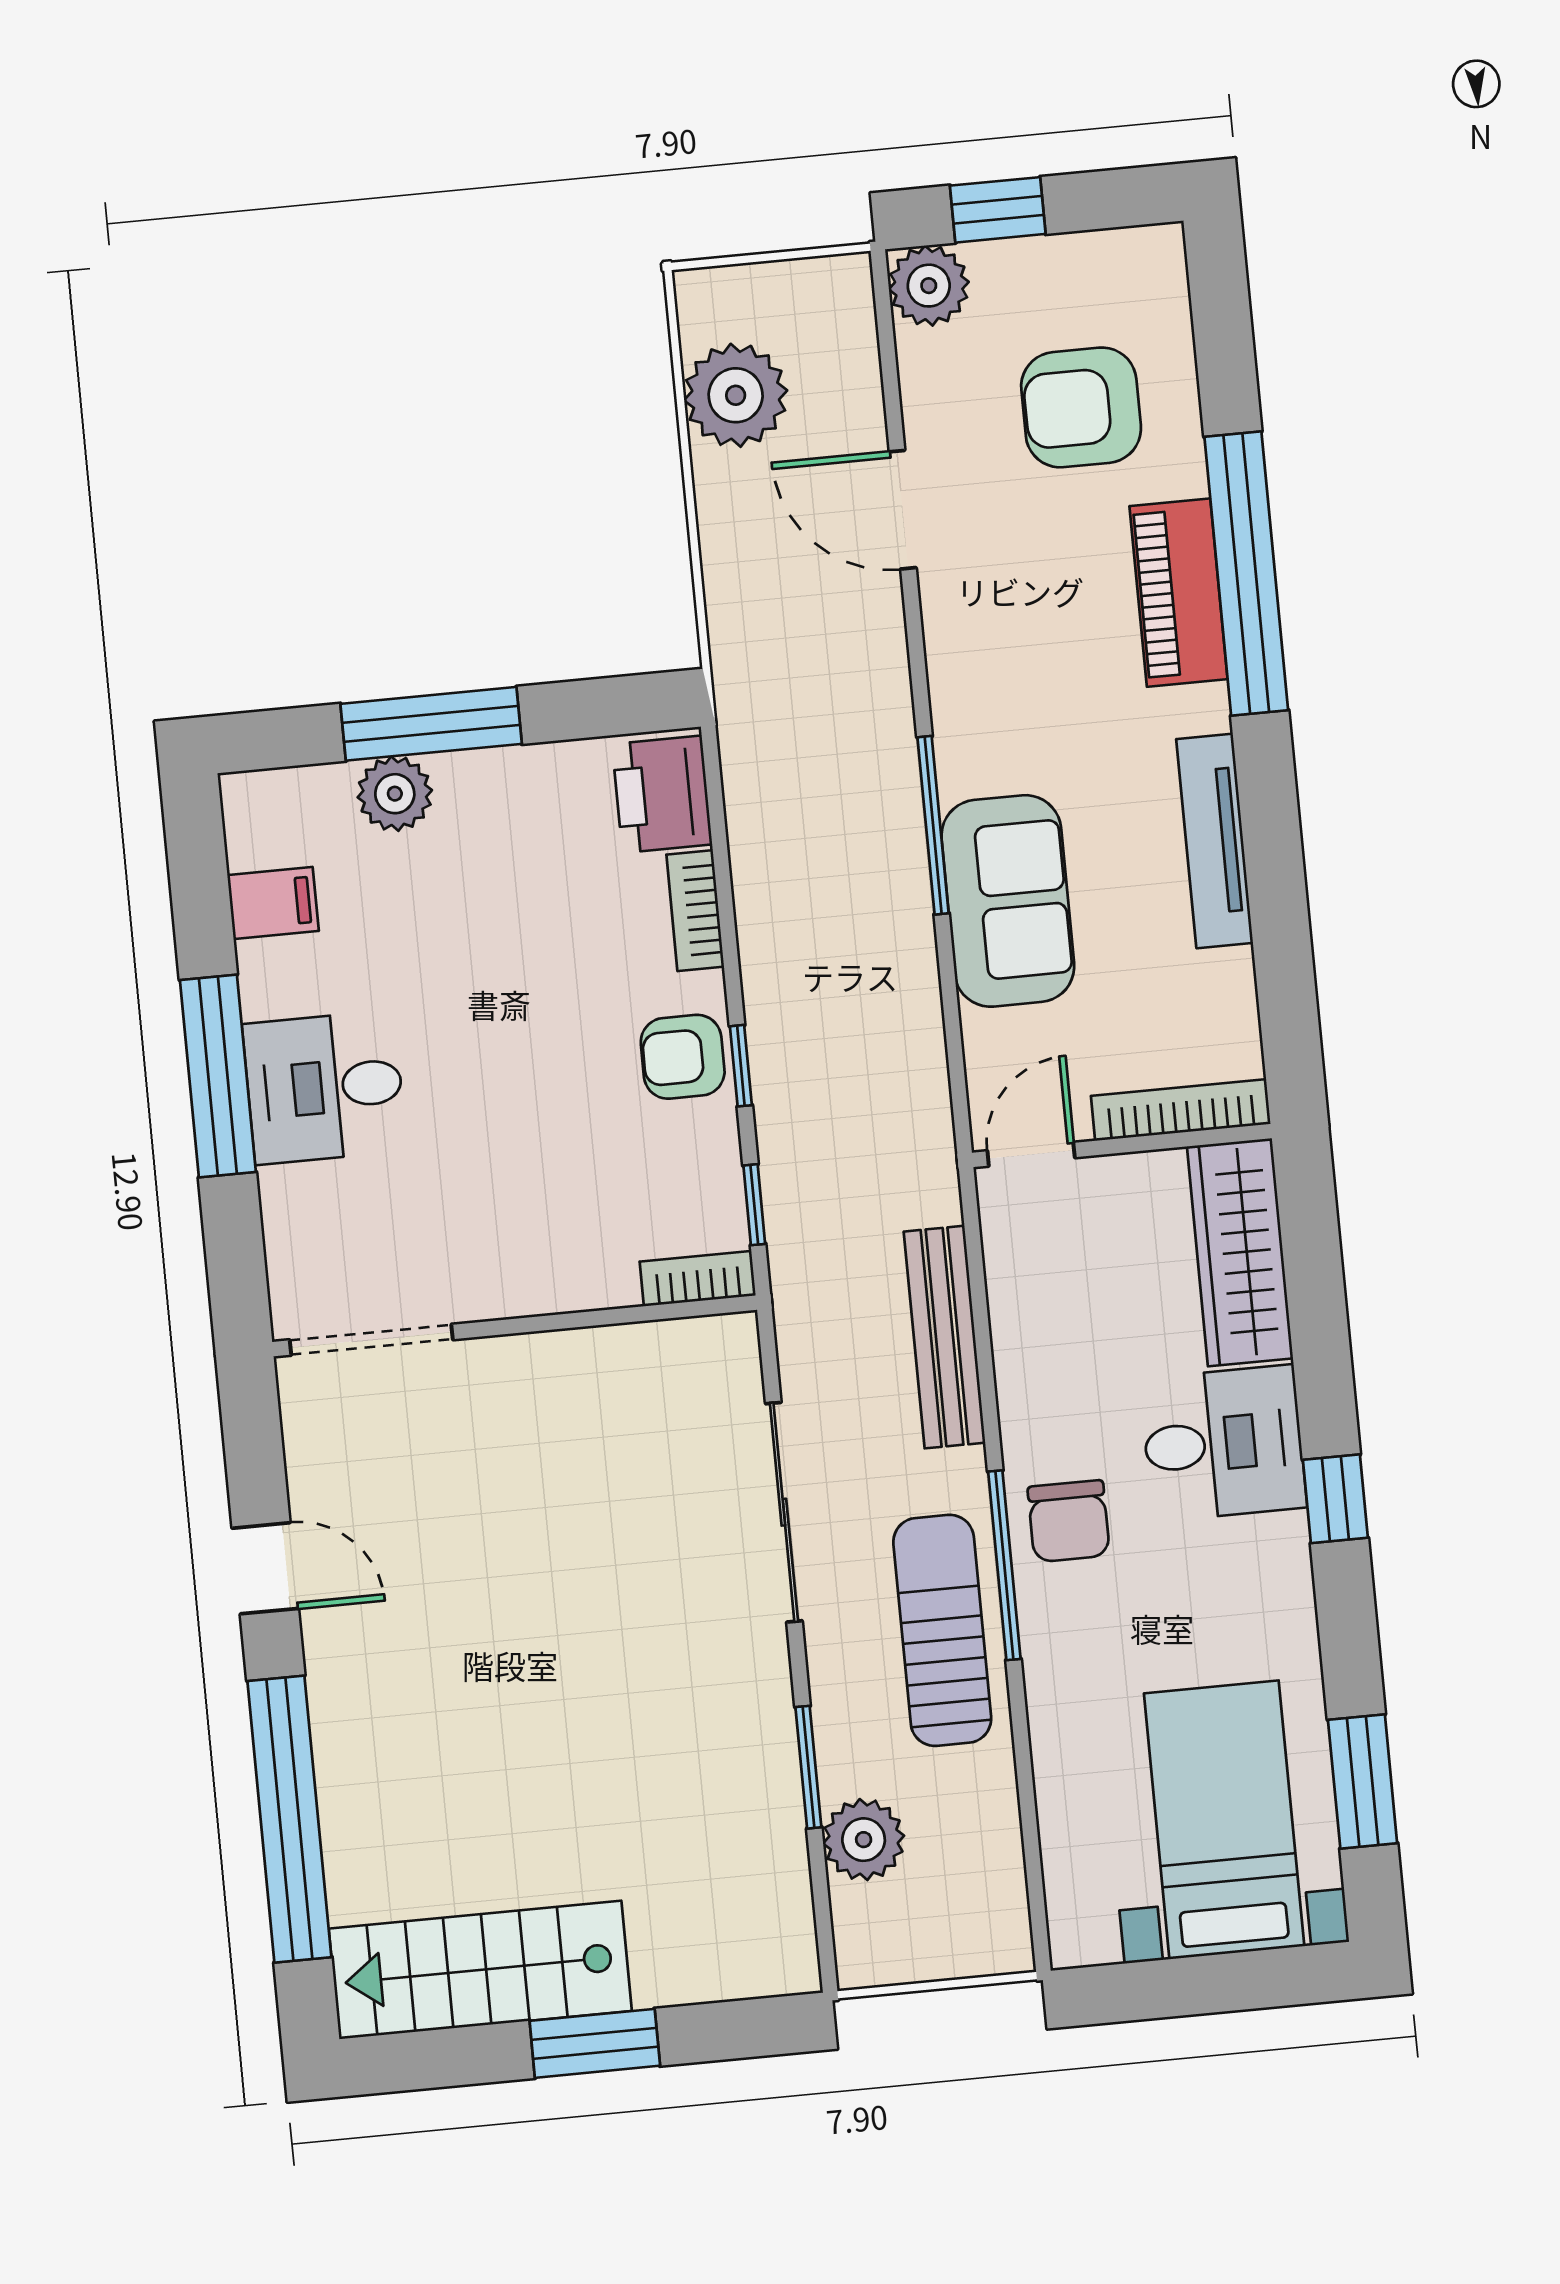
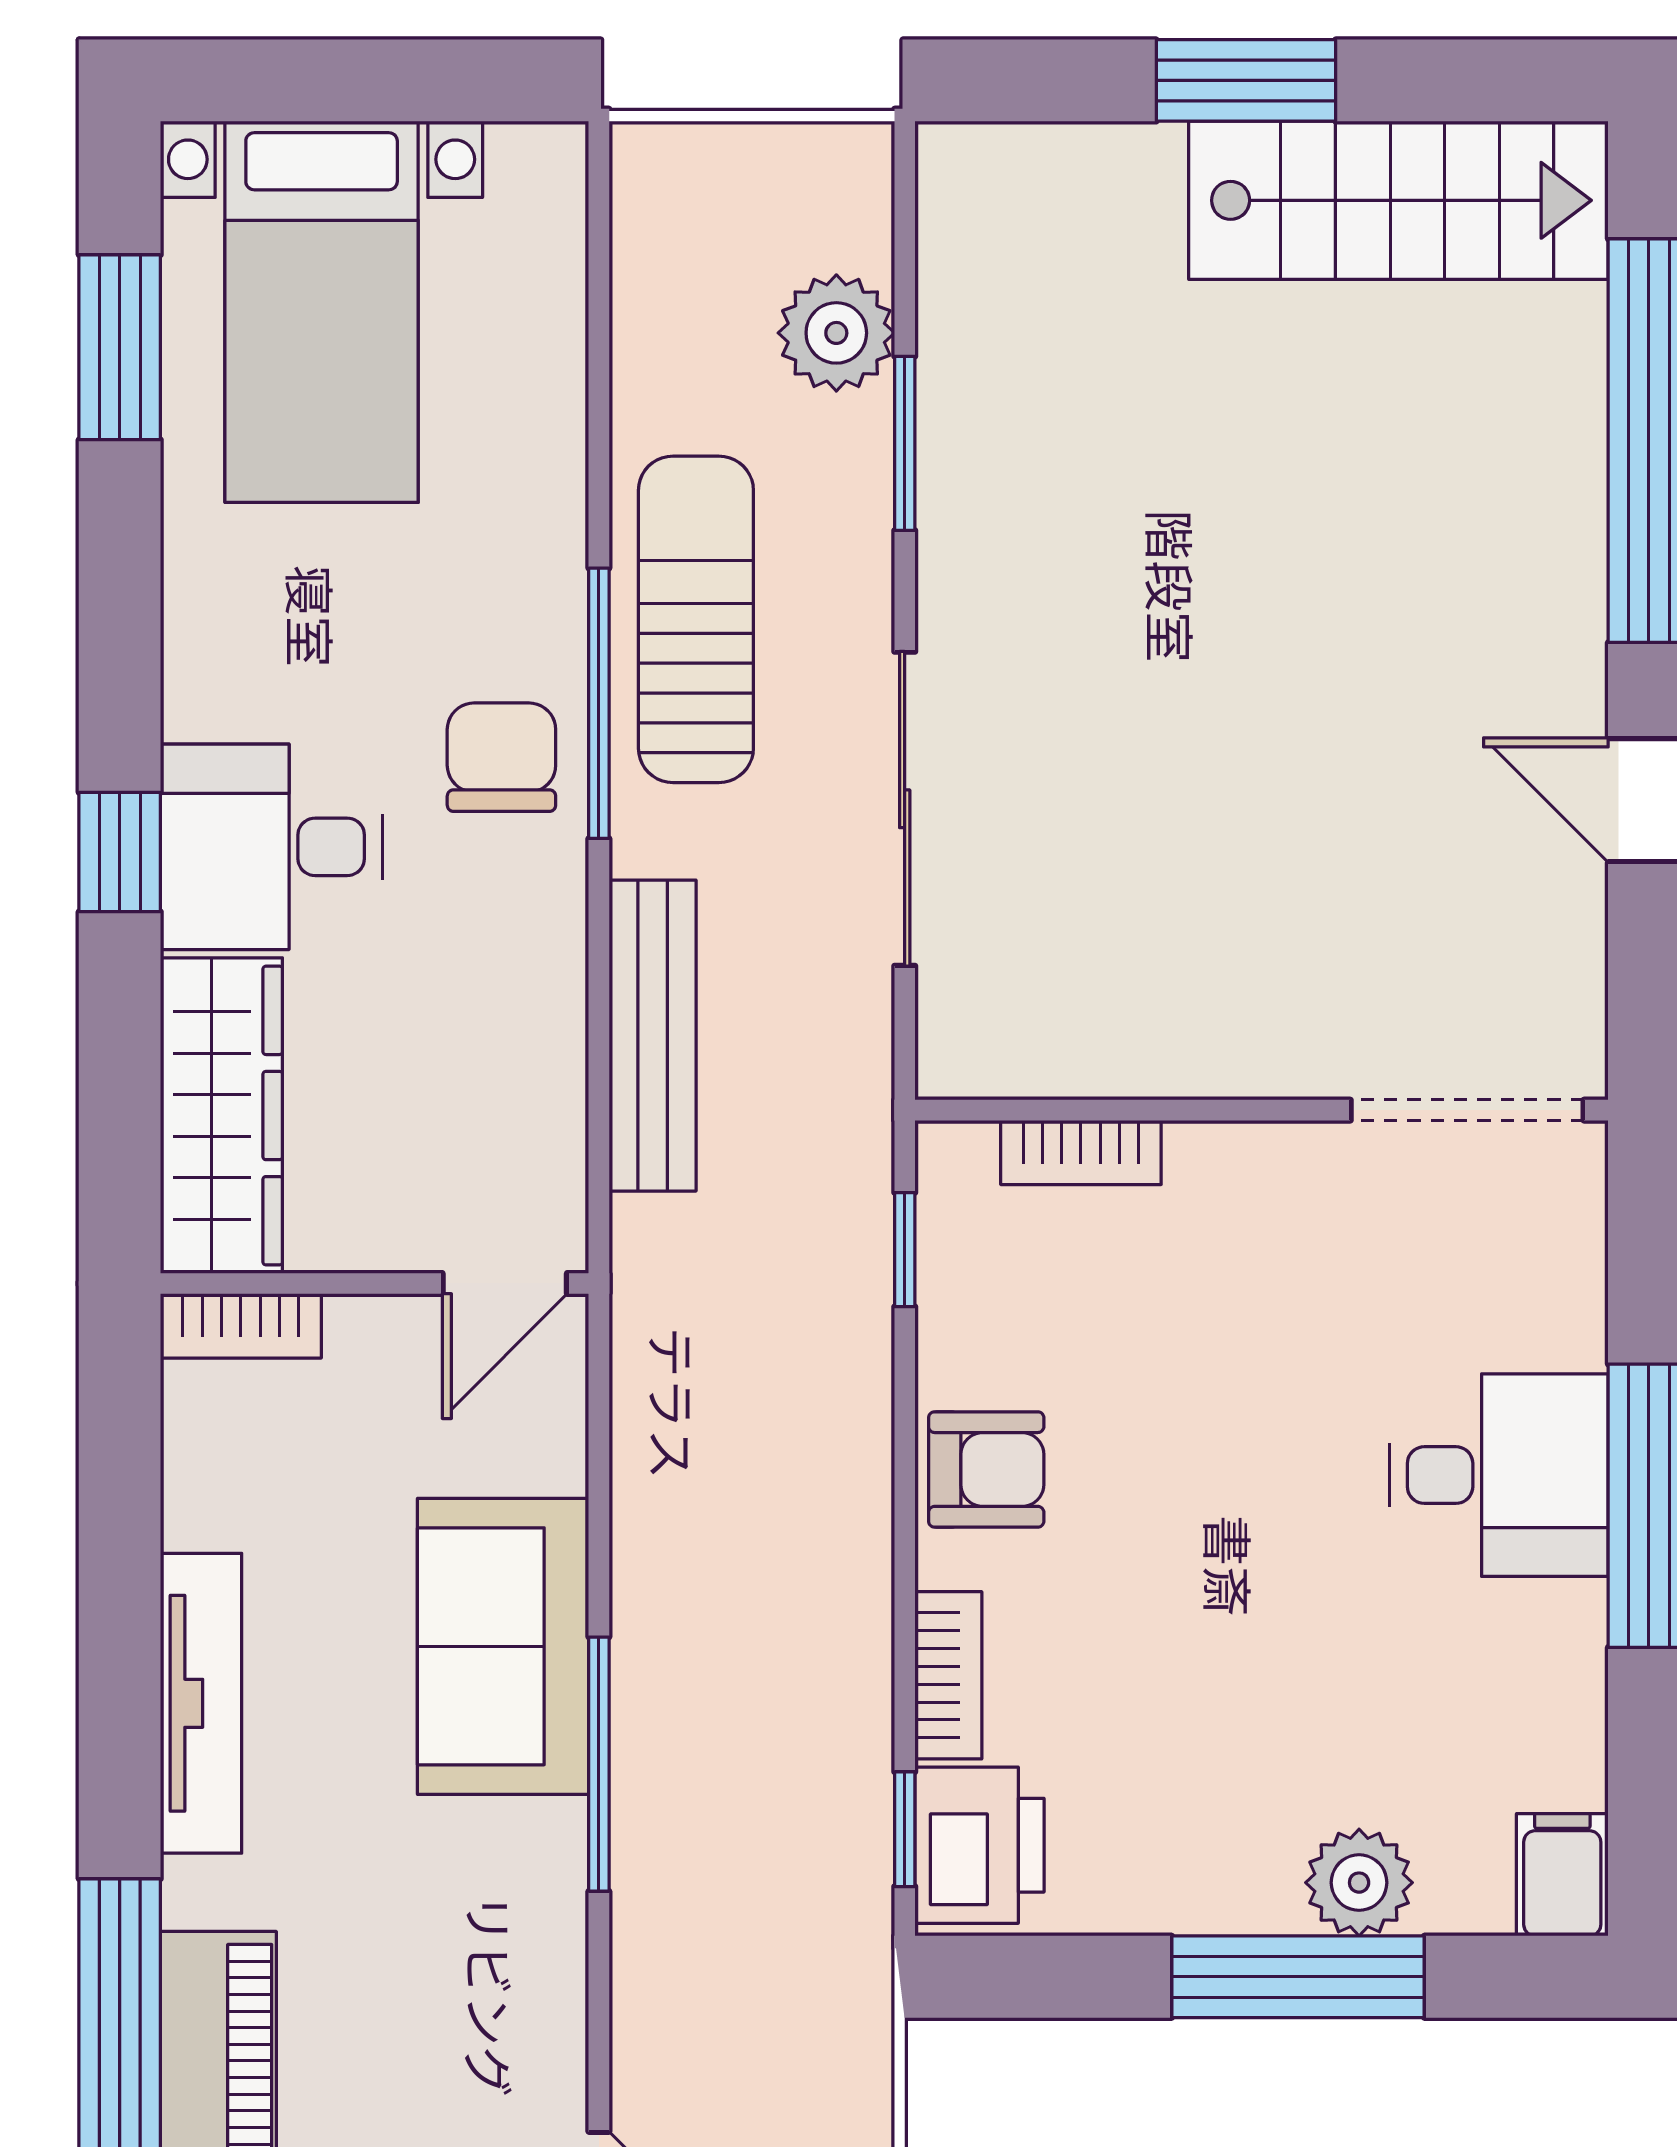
filing cabinet: (273, 903) -> (1562, 1875), moved, turned 90
window: (741, 1066) -> (905, 1829), moved
bookcase: (1181, 1110) -> (241, 1326), width x0.64
bookcase: (698, 1279) -> (1081, 1152), moved
window: (1335, 1499) -> (120, 852), moved
sun lounger: (942, 1630) -> (696, 619), turned 180

